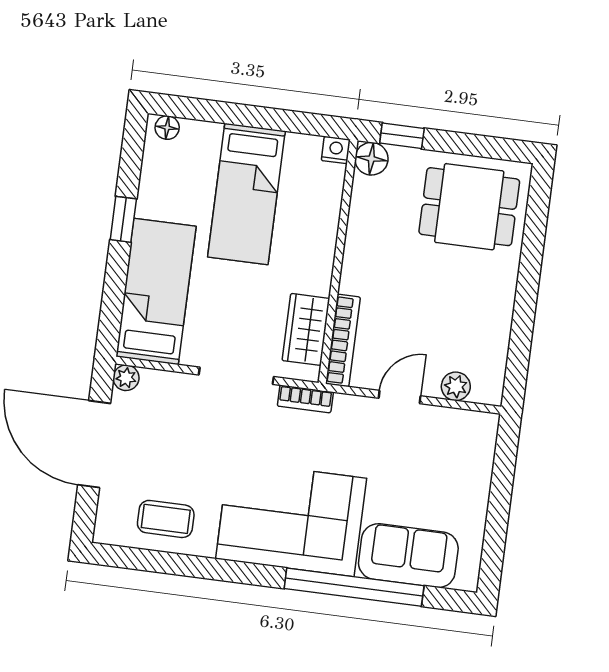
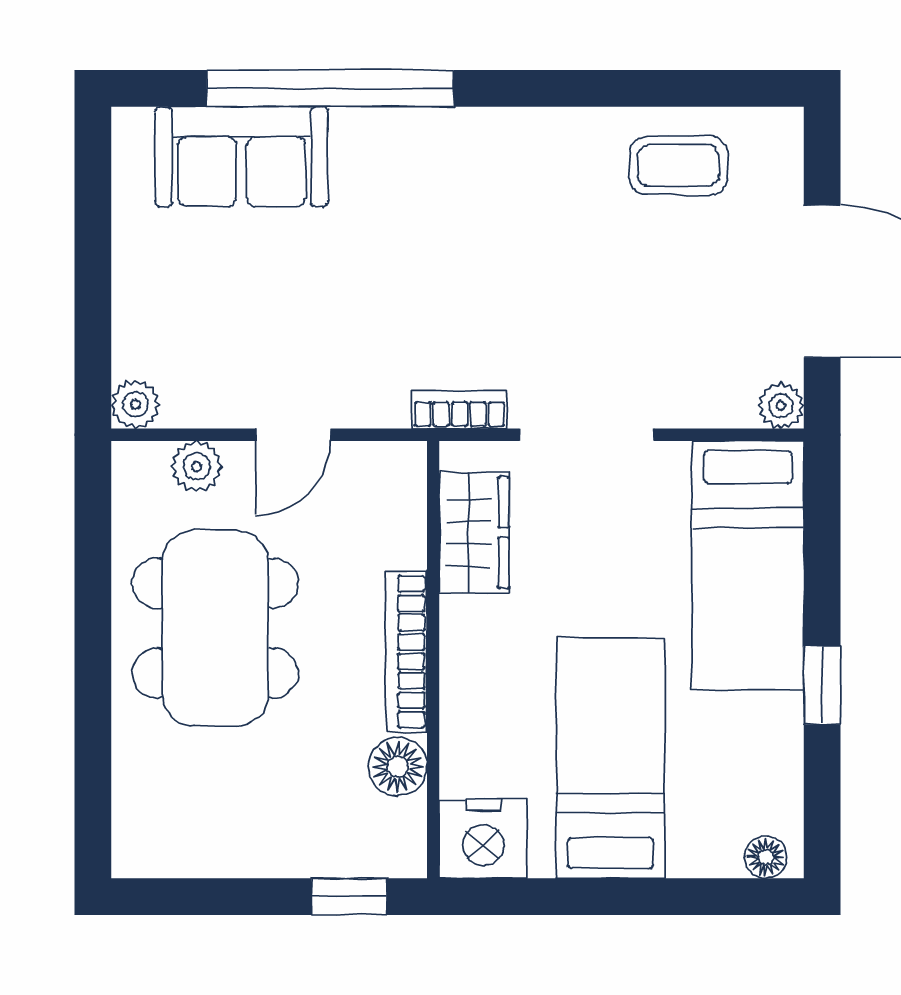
nightstand: (336, 150) -> (483, 839), width x1.89, depth x1.79
floor lamp: (371, 159) -> (398, 767), moved
dining table: (469, 207) -> (215, 628), moved, width x1.37
bookcase: (343, 340) -> (406, 652), moved
plant: (485, 425) -> (135, 404), added
corner sofa: (291, 519) -> (457, 195), removed

